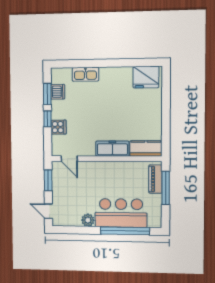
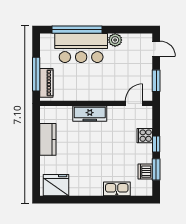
kitchen counter: (146, 148) -> (48, 139), moved, turned -90
door: (69, 159) -> (134, 103), hinge flipped

